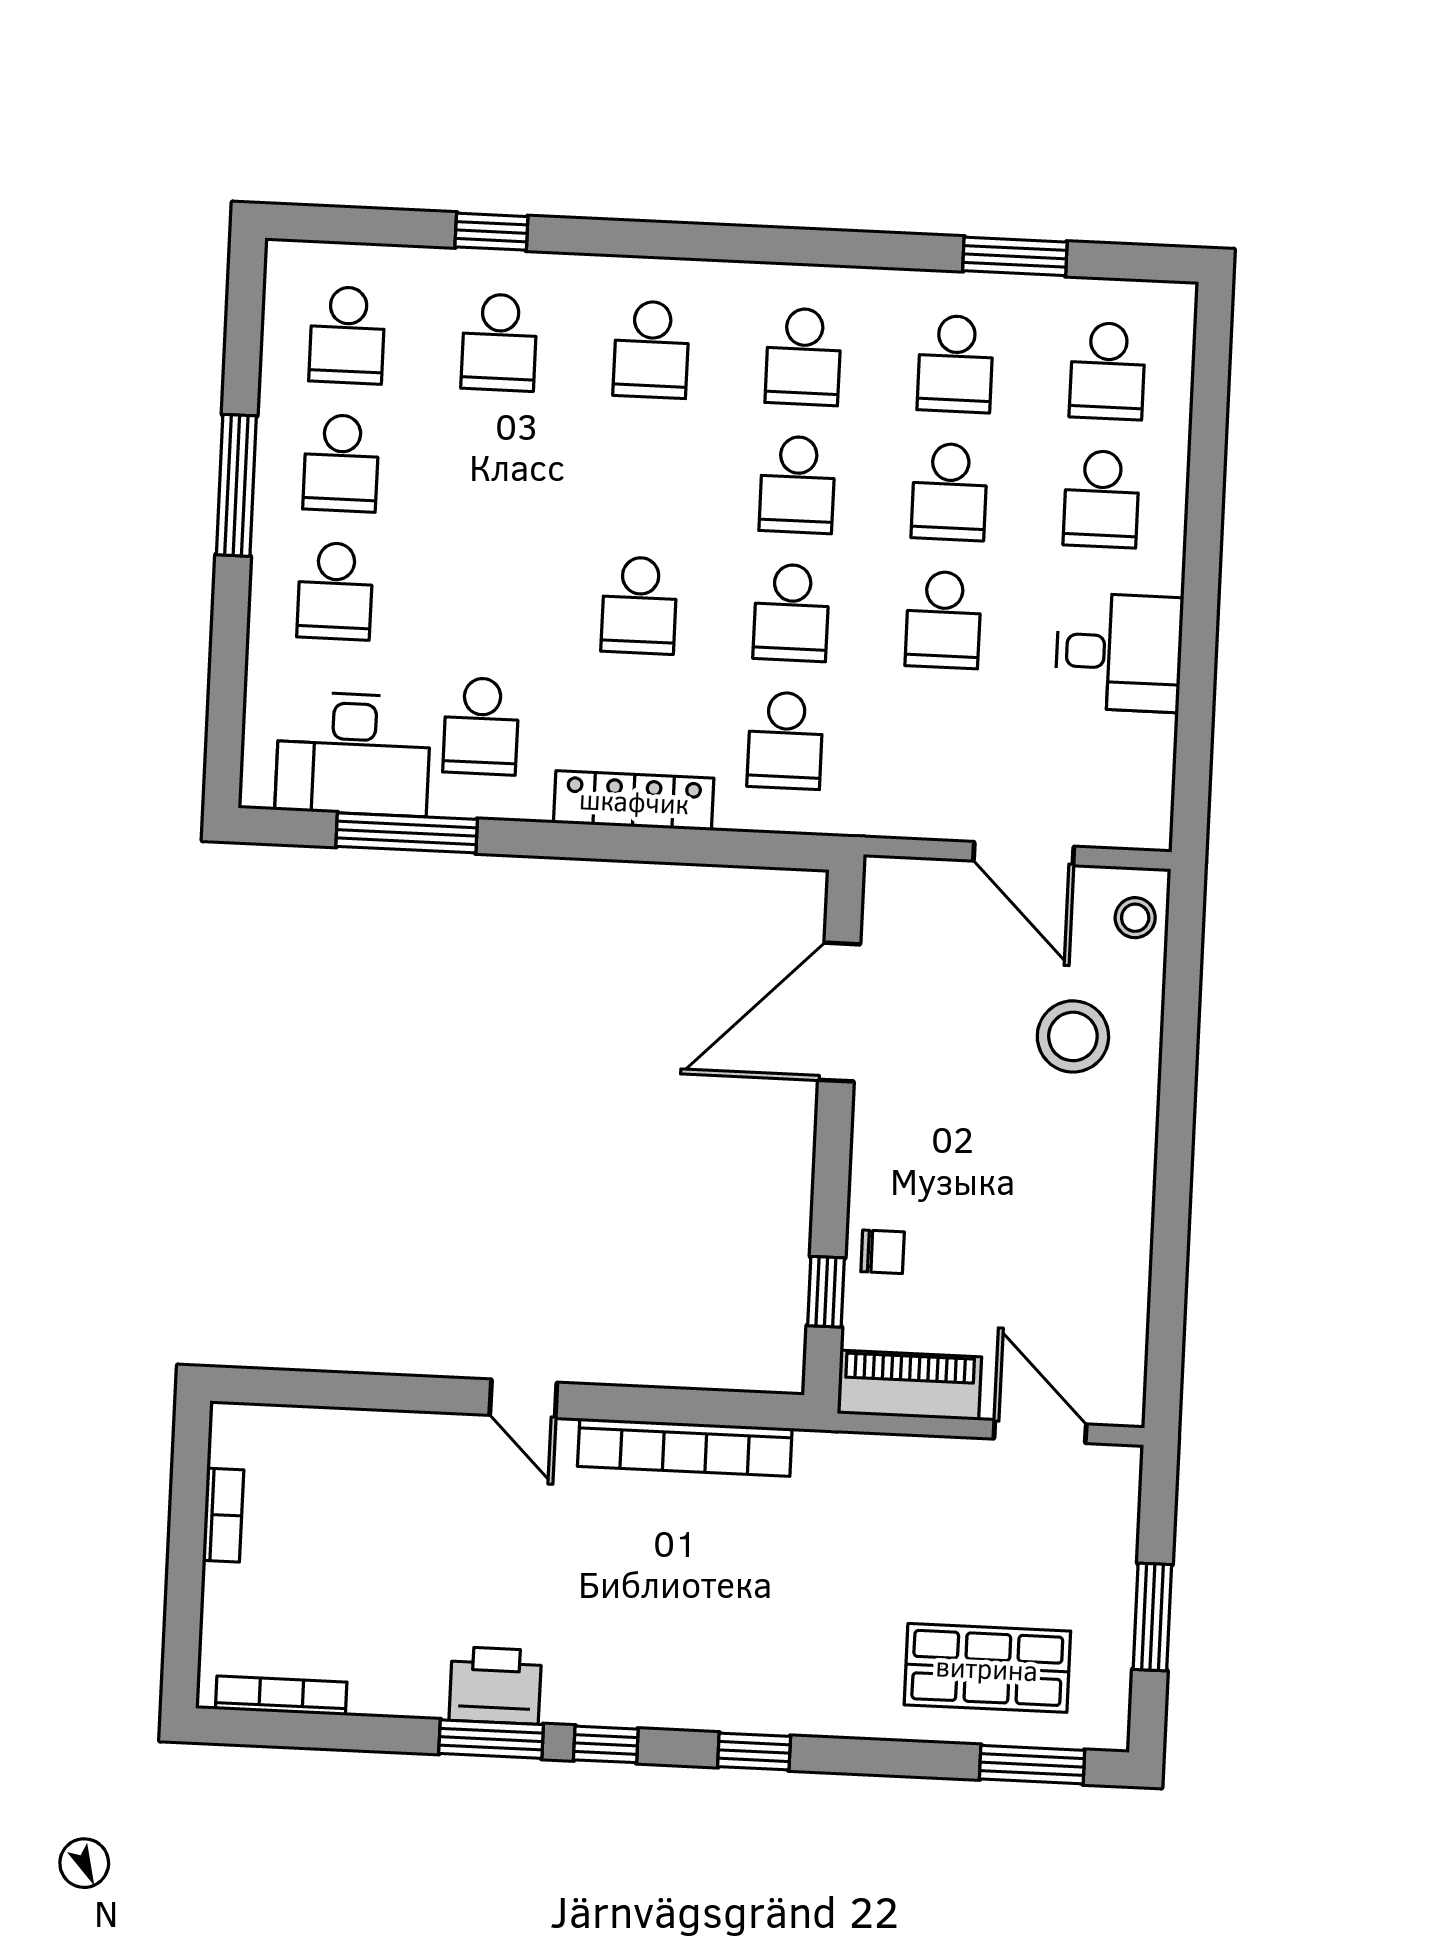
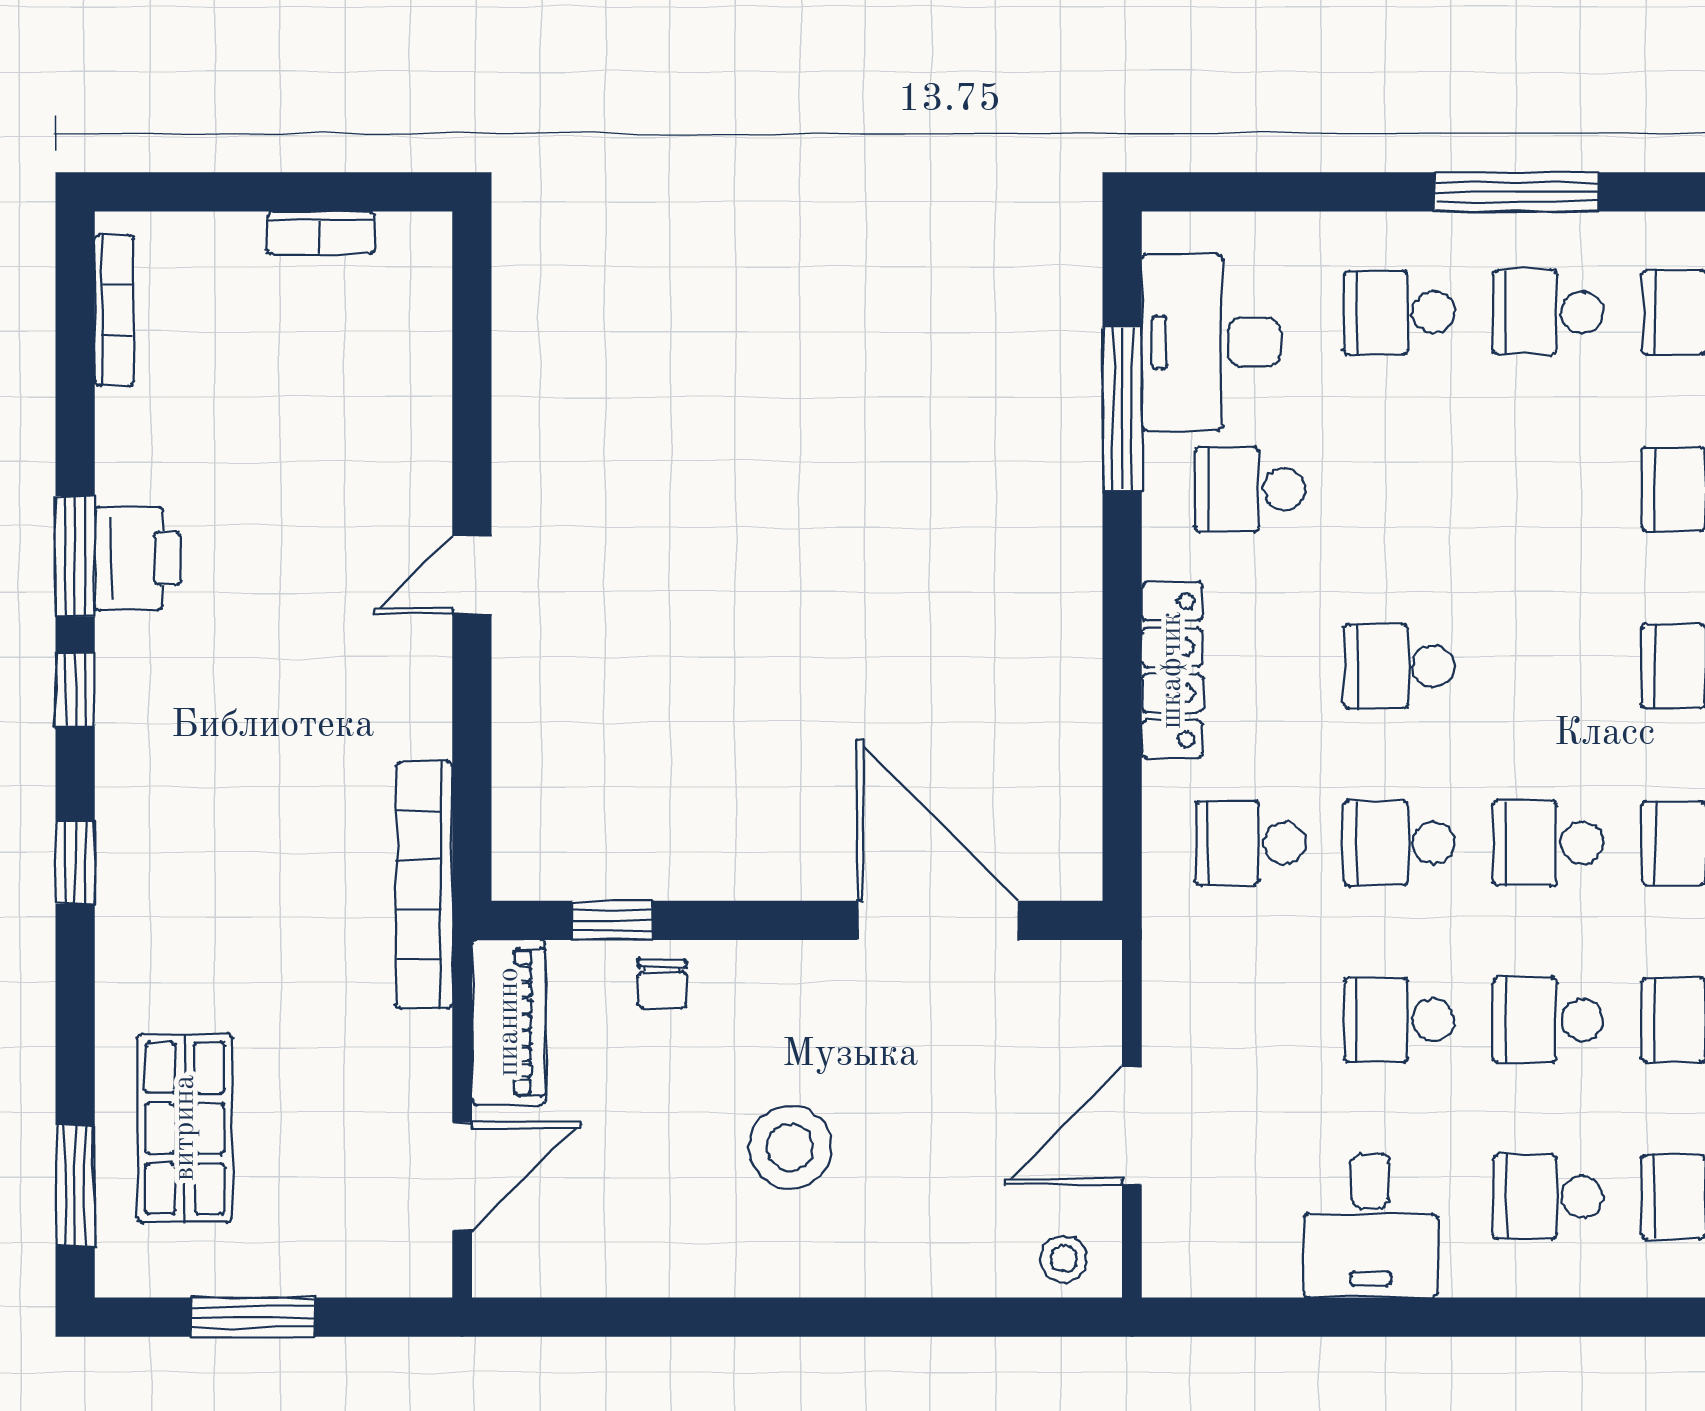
stool: (1073, 1036) -> (790, 1147), moved
bookcase: (685, 1447) -> (424, 885), moved

